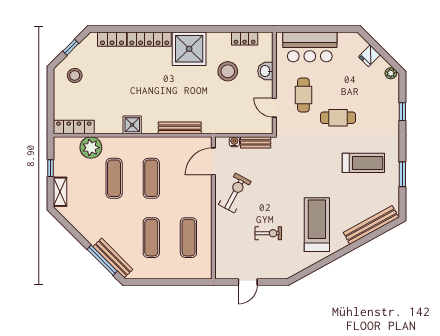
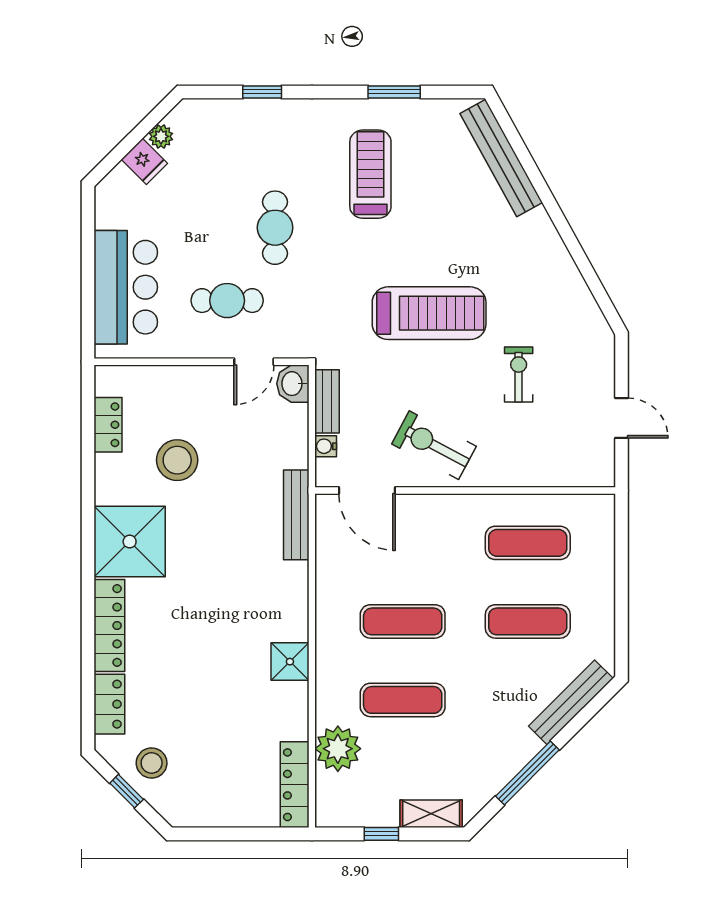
washbasin: (265, 71) -> (293, 384), moved, turned 90
plant: (391, 73) -> (161, 136), moved
stool: (75, 75) -> (152, 763), moved
bench: (180, 128) -> (296, 515), moved
treadmill: (317, 225) -> (429, 313), moved, turned 180
window: (102, 260) -> (527, 773), moved

